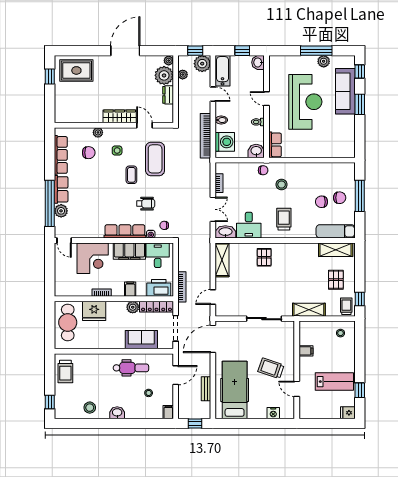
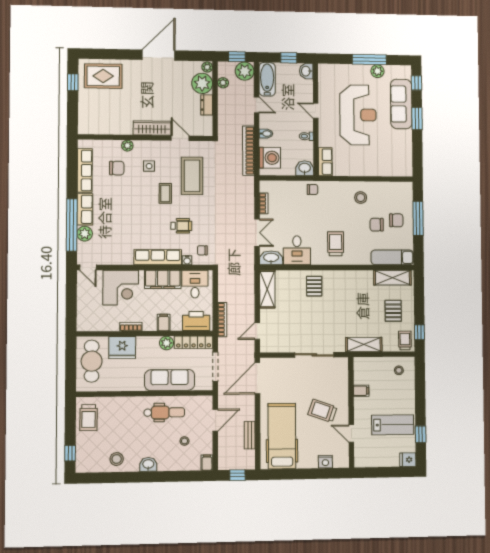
stool: (282, 185) -> (361, 198), moved
sofa: (141, 340) -> (170, 380), width x1.36

